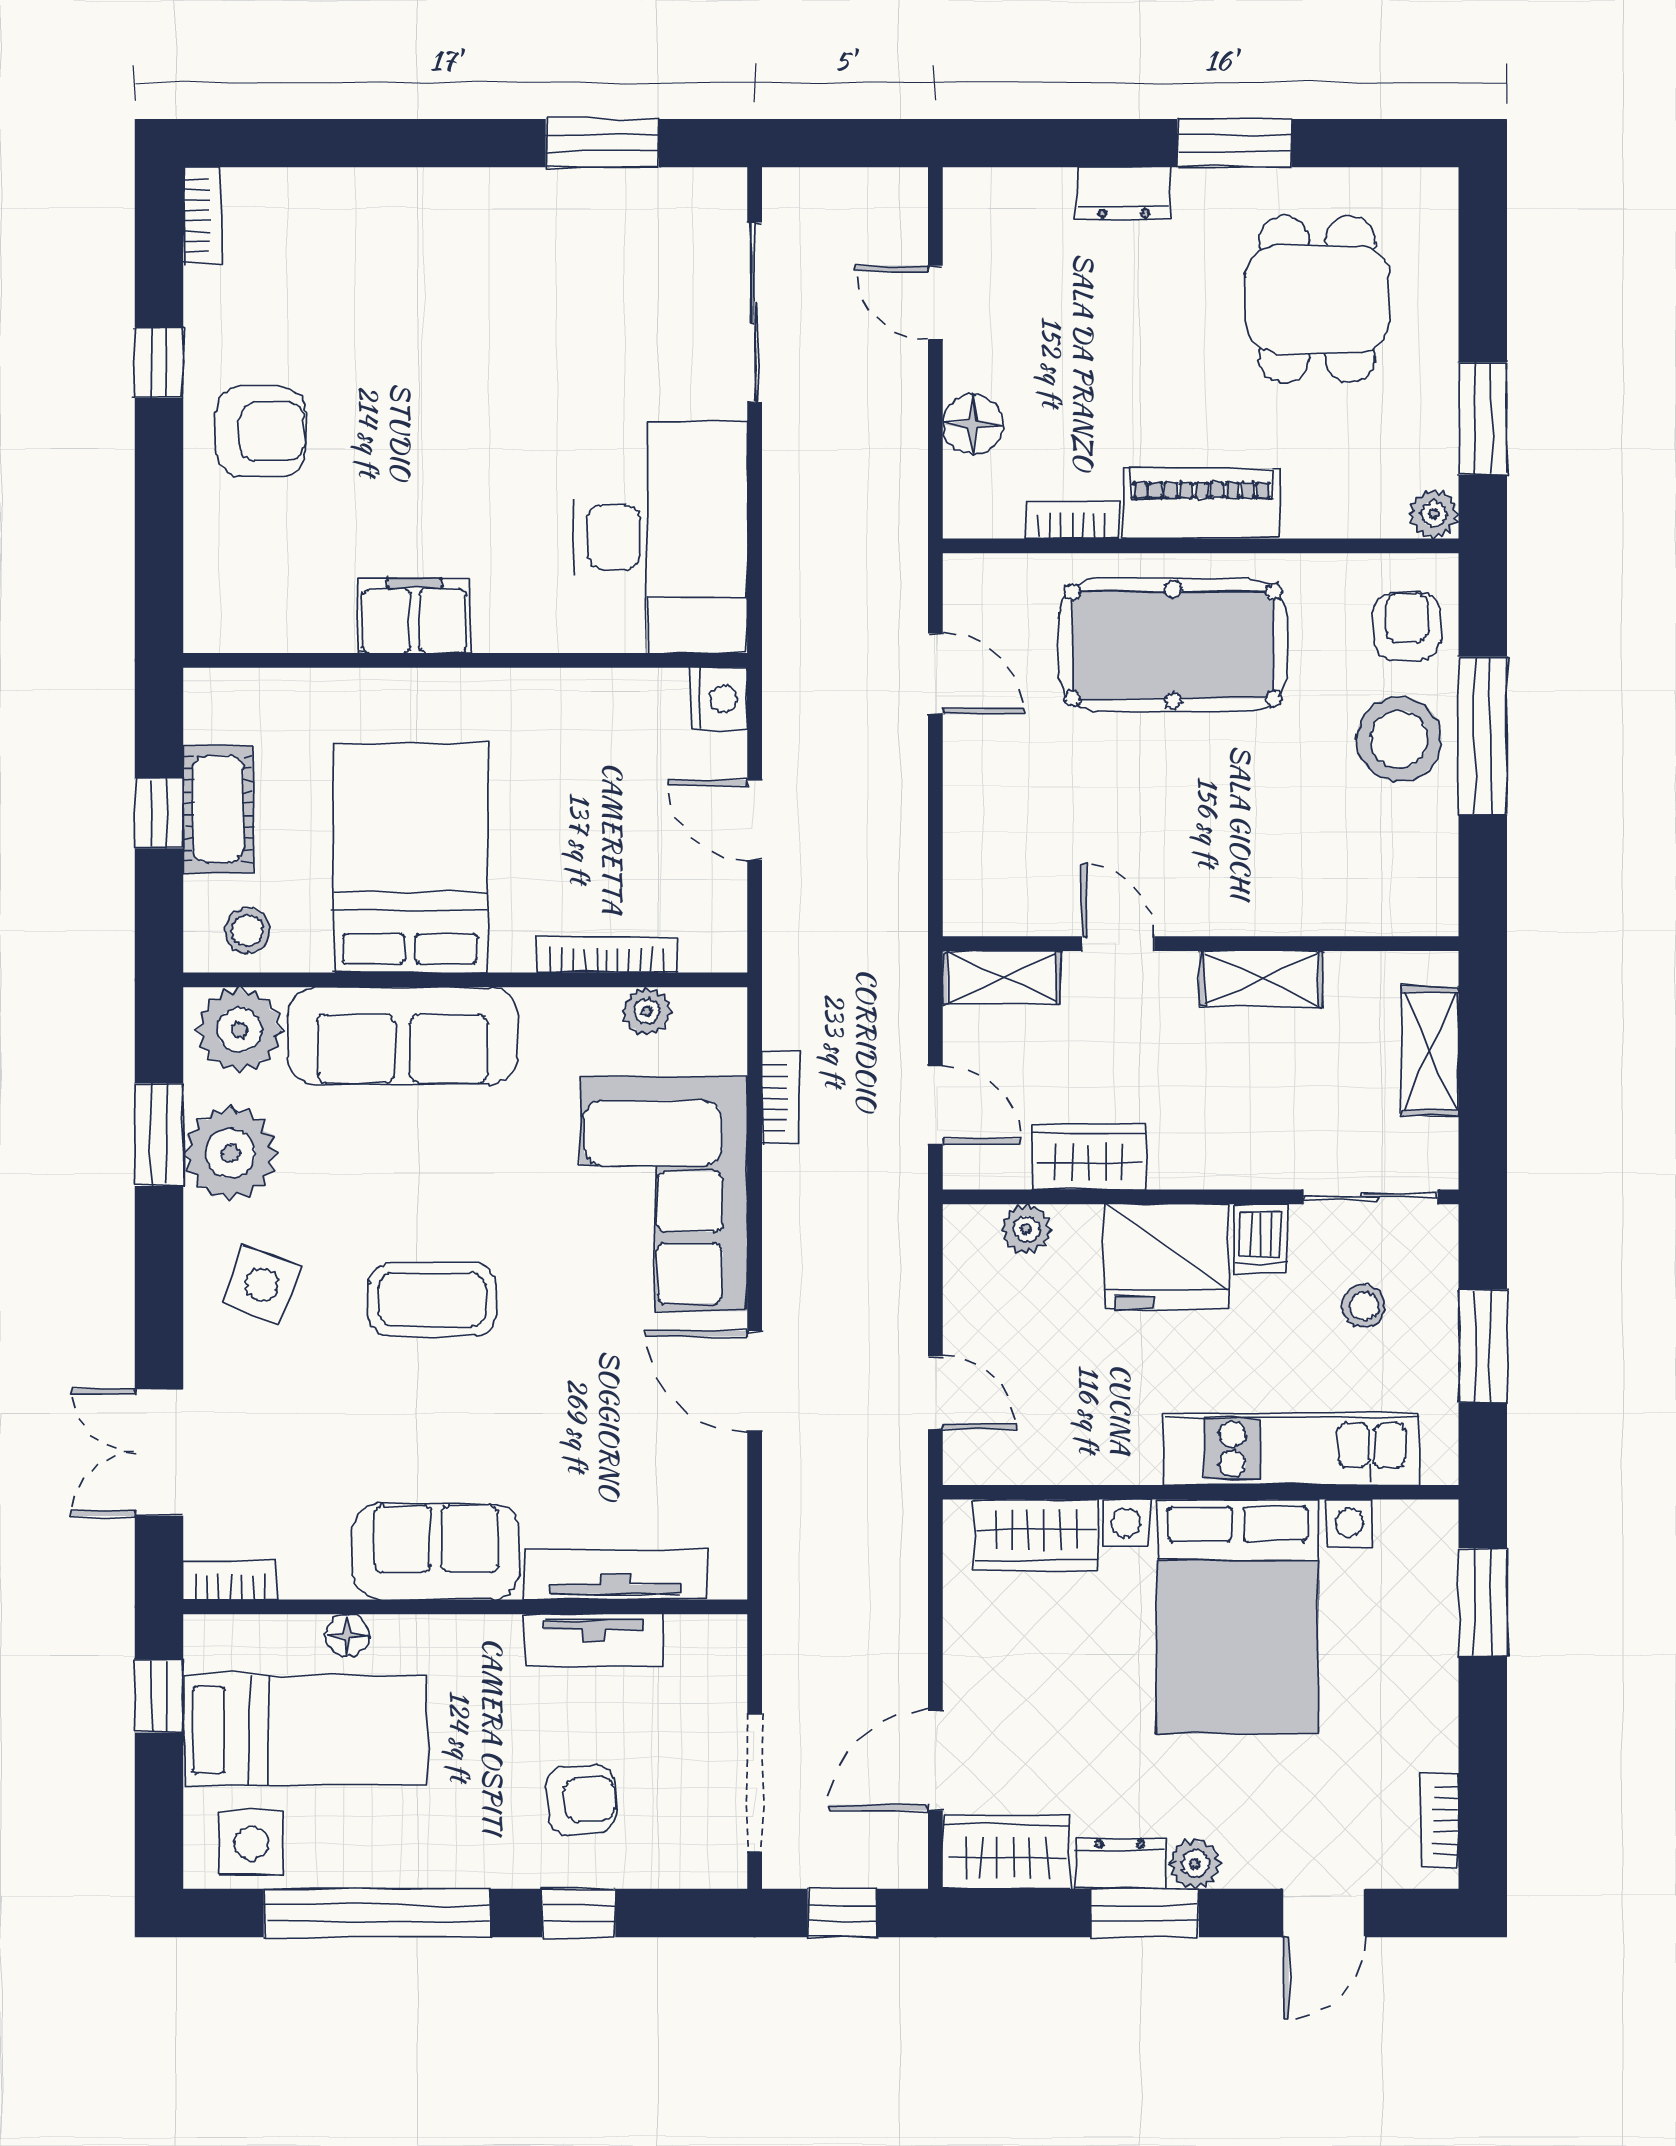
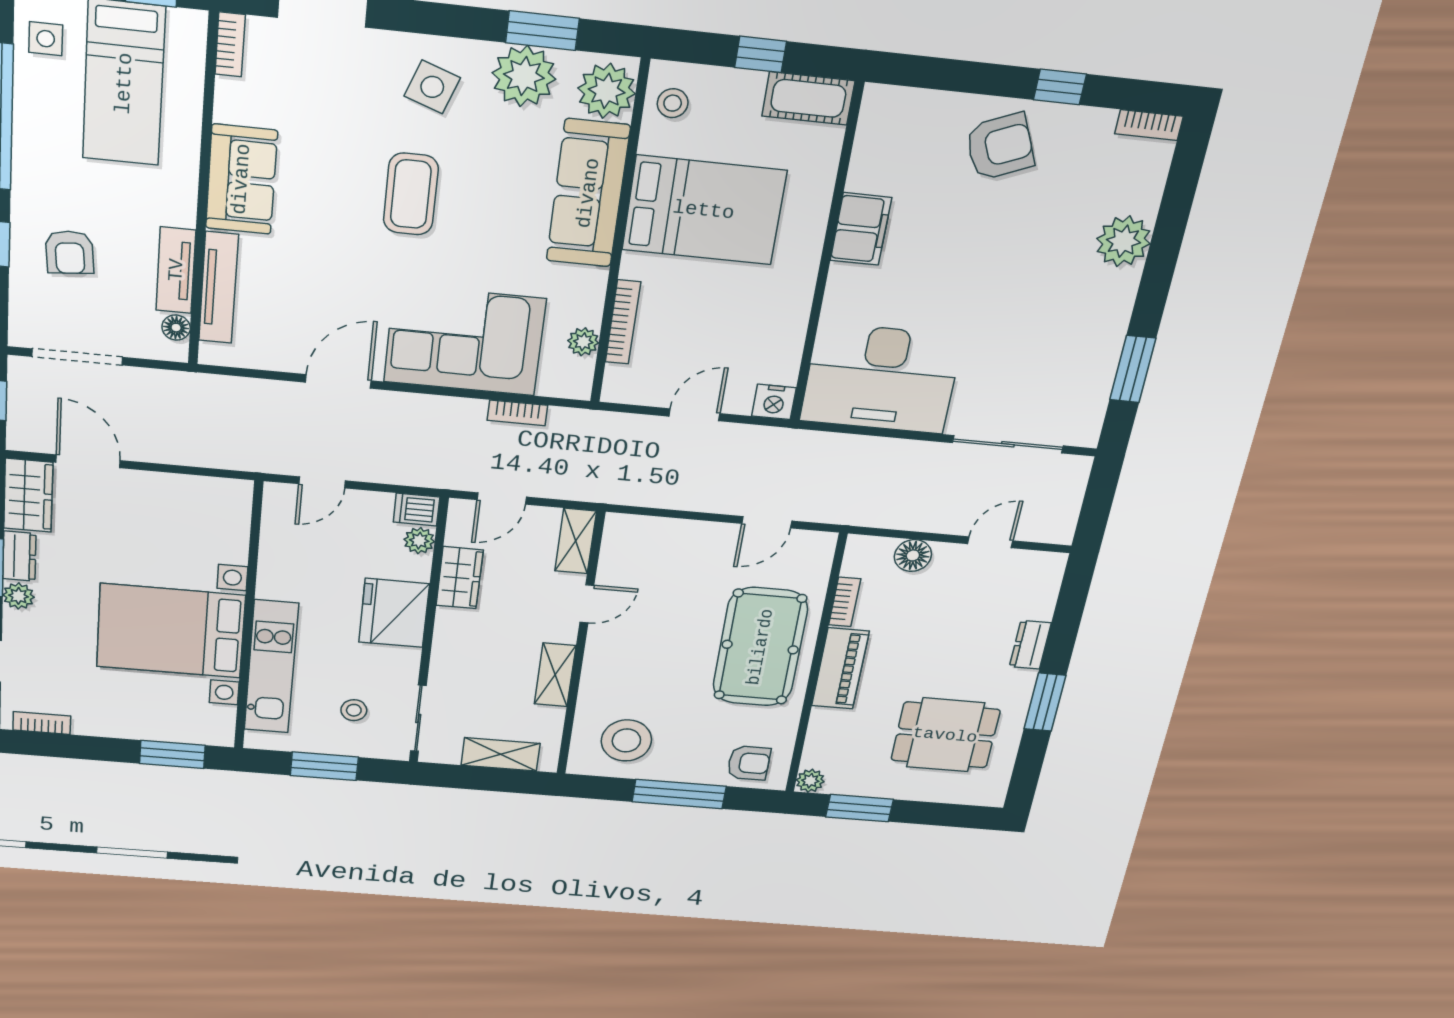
plant: (391, 210) -> (1123, 241), added
armchair: (261, 432) -> (1000, 147), turned -113
stool: (1399, 739) -> (626, 740), moved
cot: (218, 809) -> (808, 98), moved
dishwasher: (1261, 1239) -> (417, 510), moved
wardrobe: (1036, 1535) -> (228, 529), removed
floor lamp: (347, 1635) -> (176, 328), moved
side table: (251, 1843) -> (46, 39), width x0.73, depth x0.73

